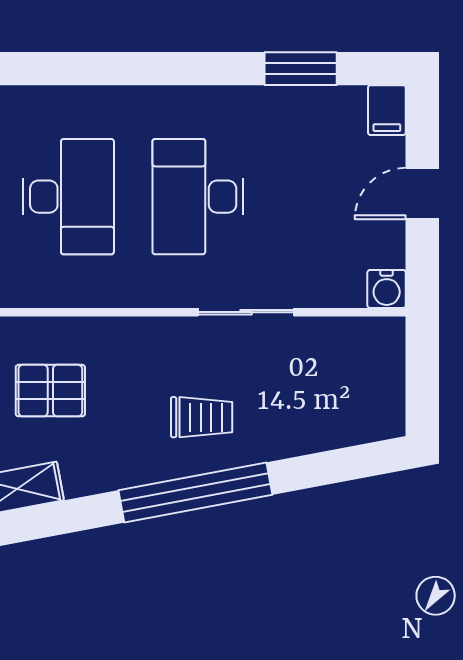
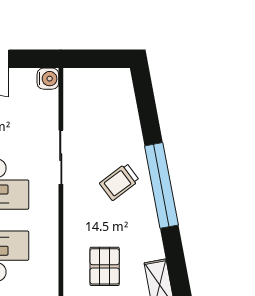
trolley: (202, 417) -> (119, 182), turned -127

